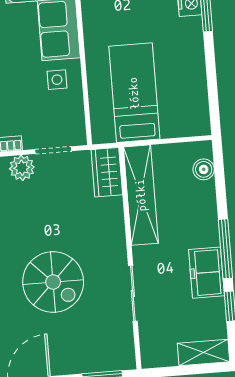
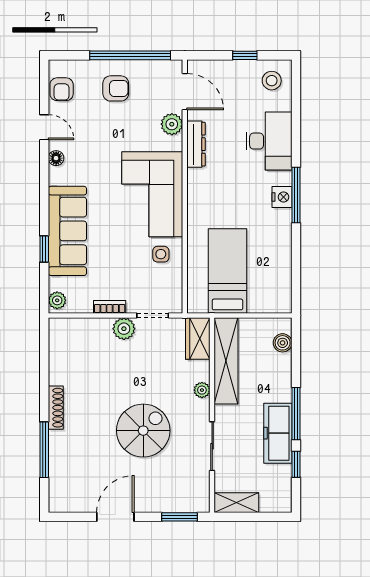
plant: (116, 231) -> (202, 390), added
freezer: (206, 273) -> (278, 433), width x1.40
spiral stairs: (53, 282) -> (143, 431), turned -90
shelving: (204, 352) -> (236, 503), moved

